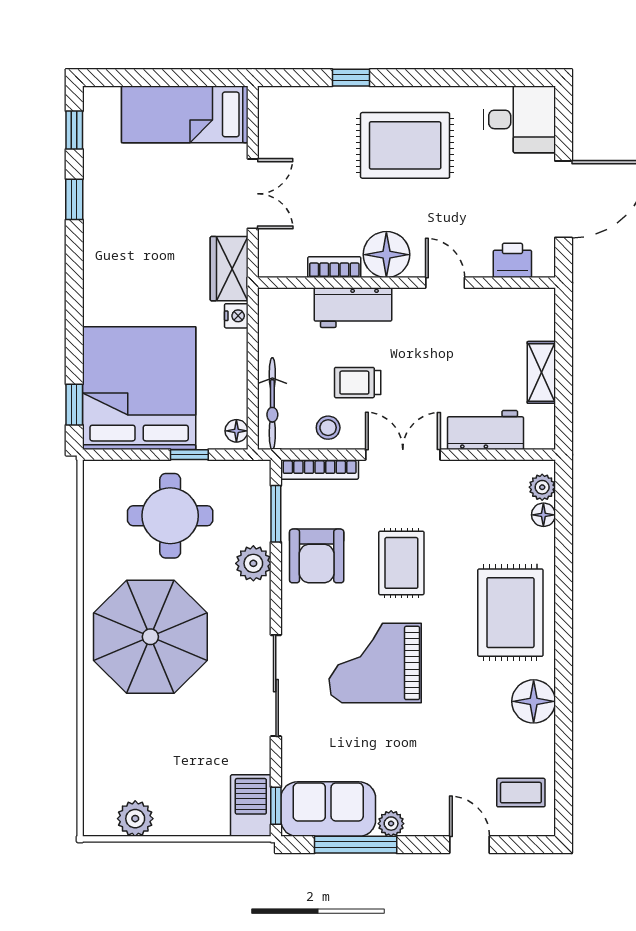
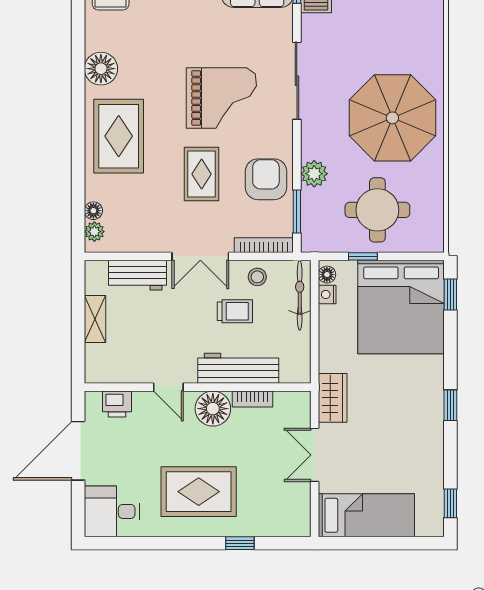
window: (74, 199) -> (450, 405), moved
workbench: (353, 308) -> (238, 368), width x1.37
nightstand: (236, 316) -> (327, 294), moved

